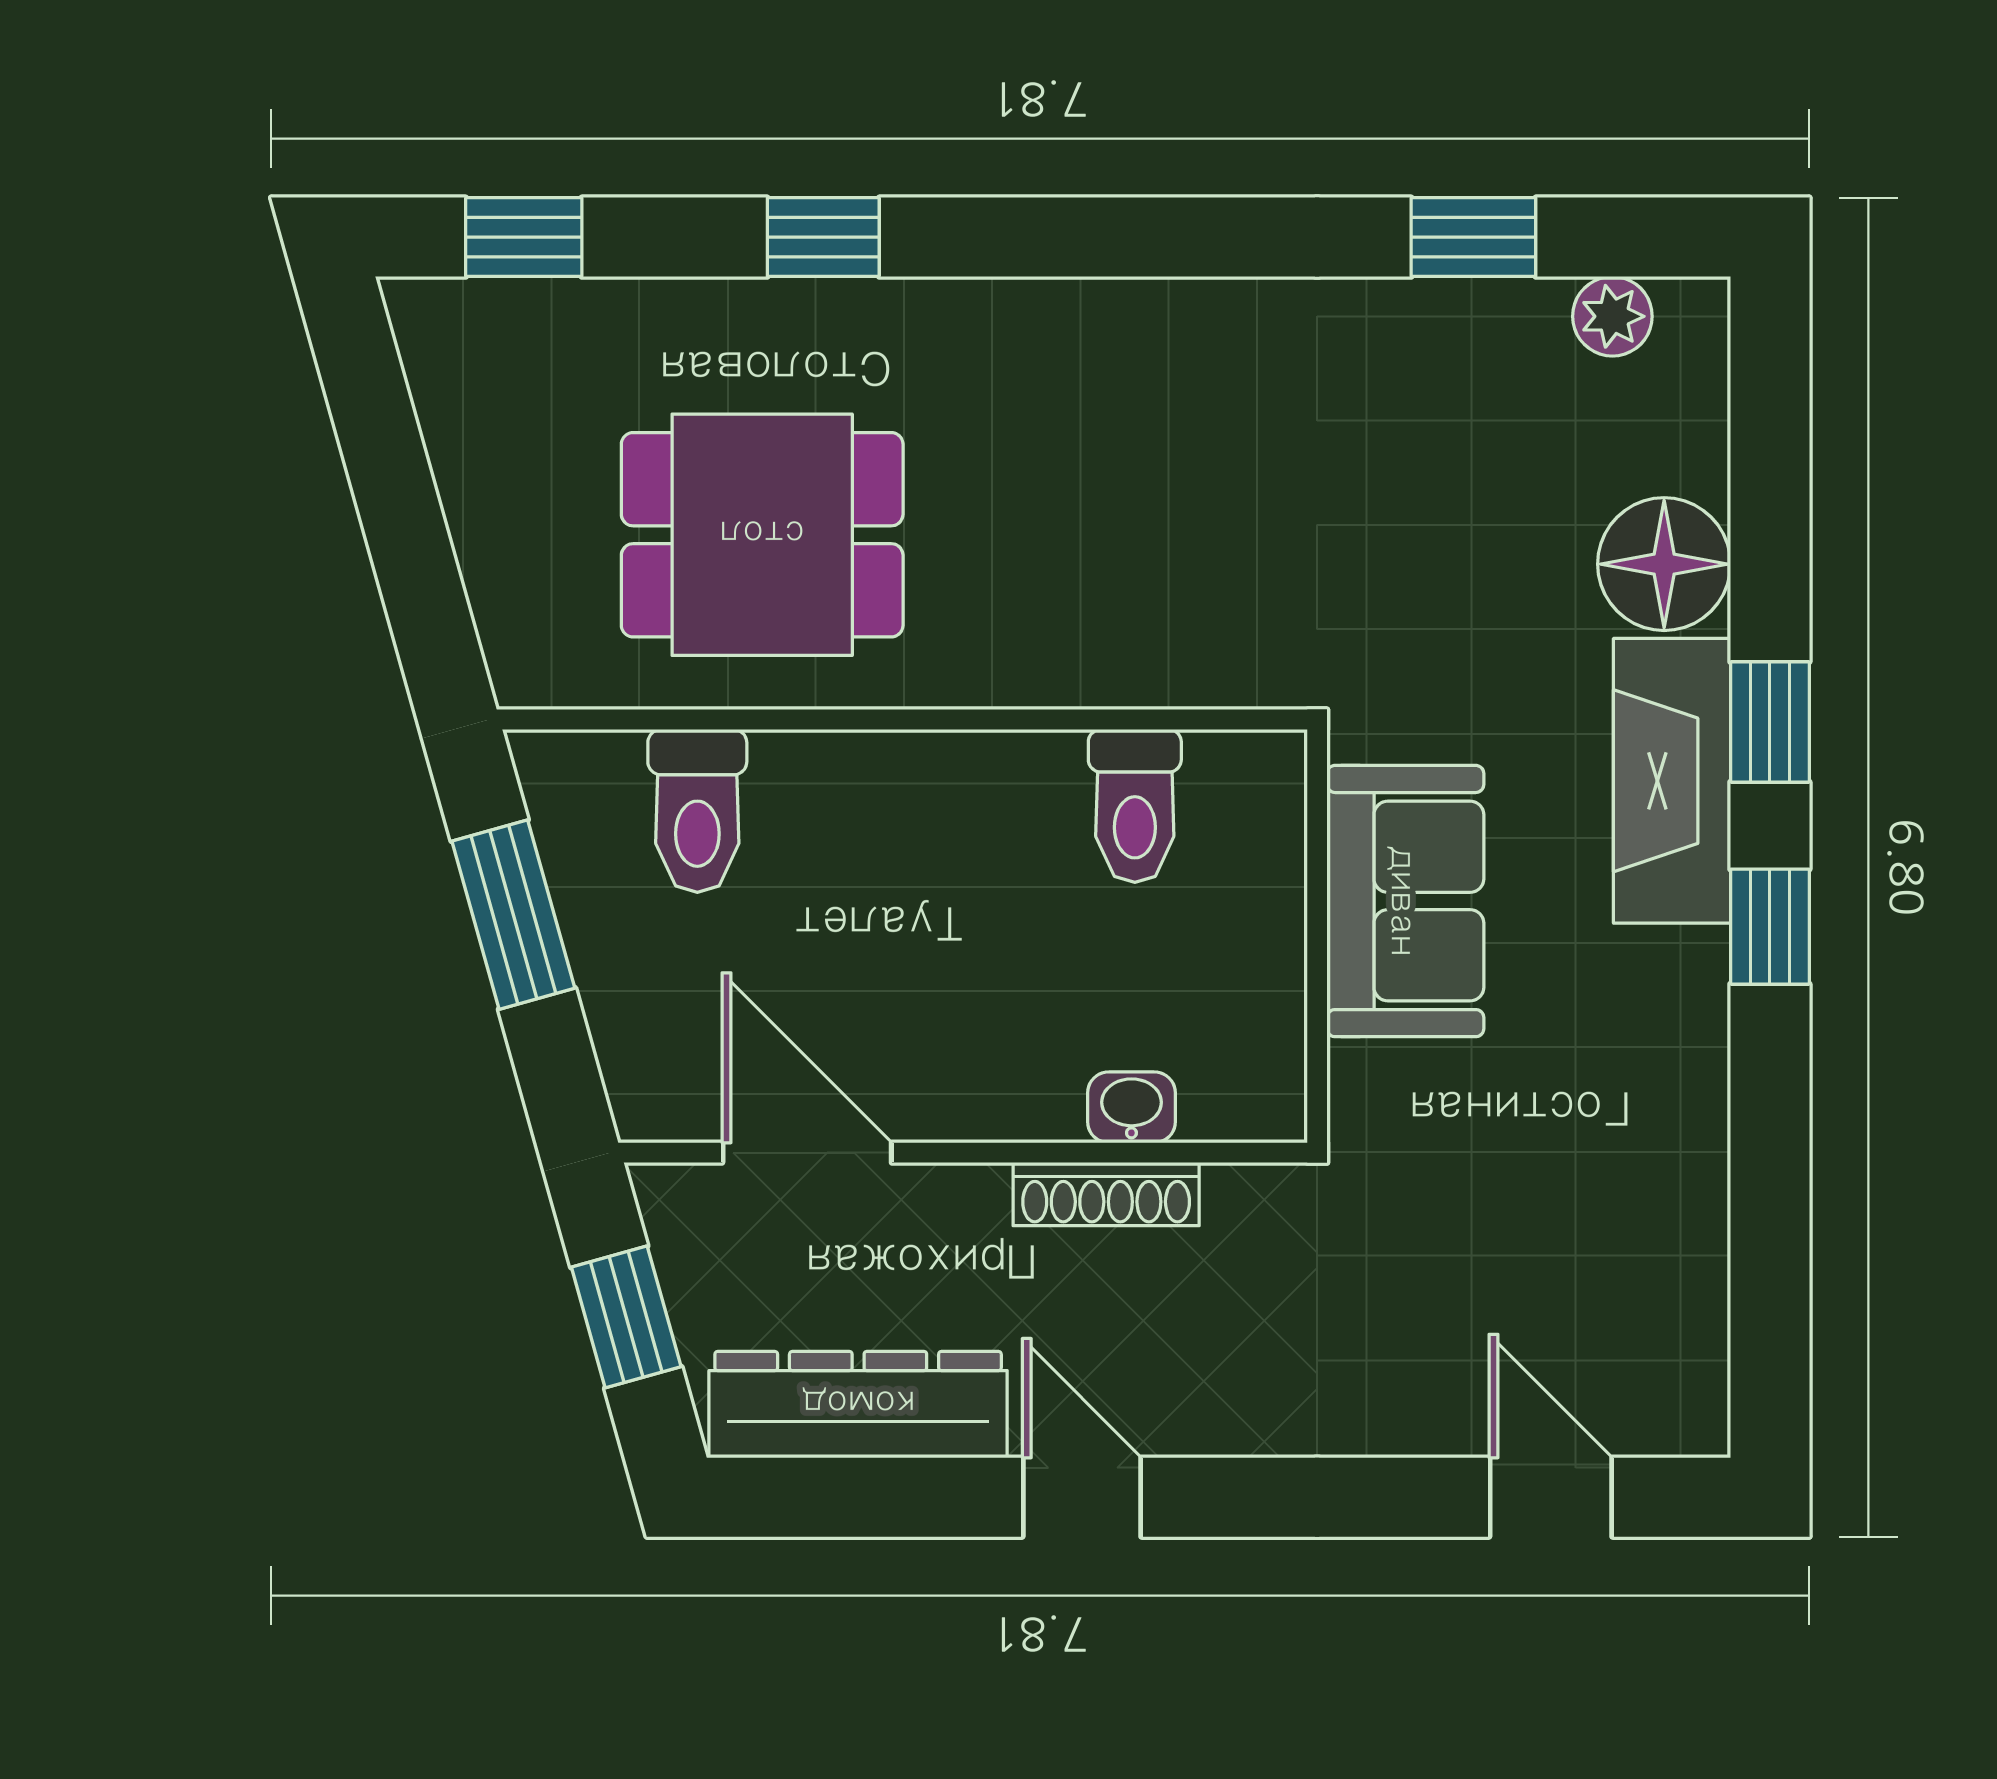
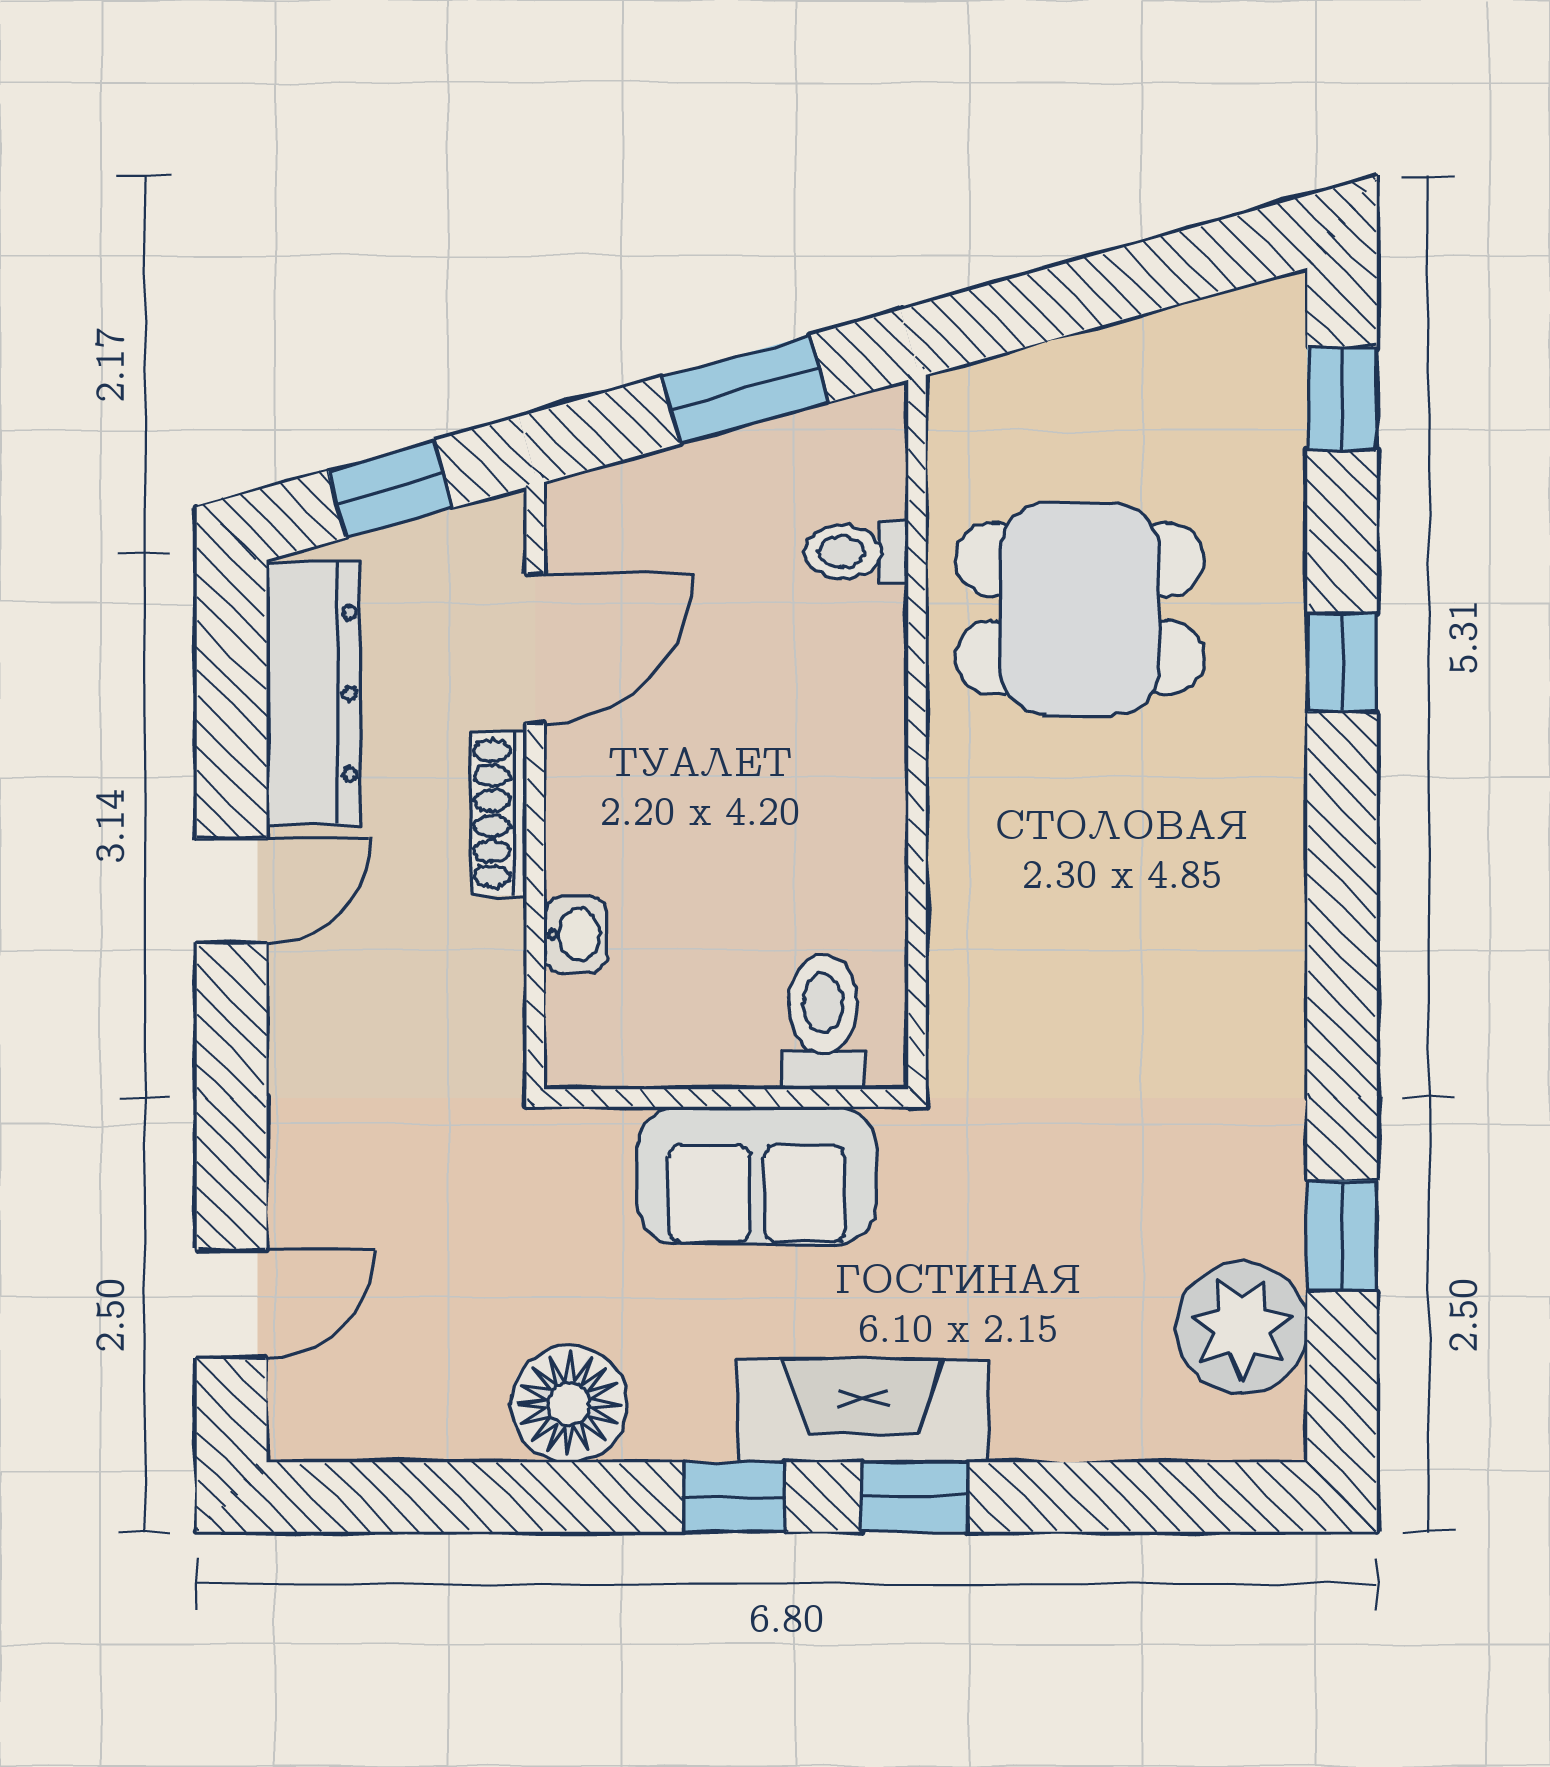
plant: (1612, 316) -> (1242, 1327), width x1.87, depth x1.87
dining table: (762, 535) -> (1080, 609), turned 90
floor lamp: (1664, 564) -> (569, 1404), moved
toilet: (1135, 806) -> (823, 1022), moved, turned 90
toilet: (697, 811) -> (856, 552), width x0.73, depth x0.72
shoe rack: (1106, 1194) -> (499, 813), moved

